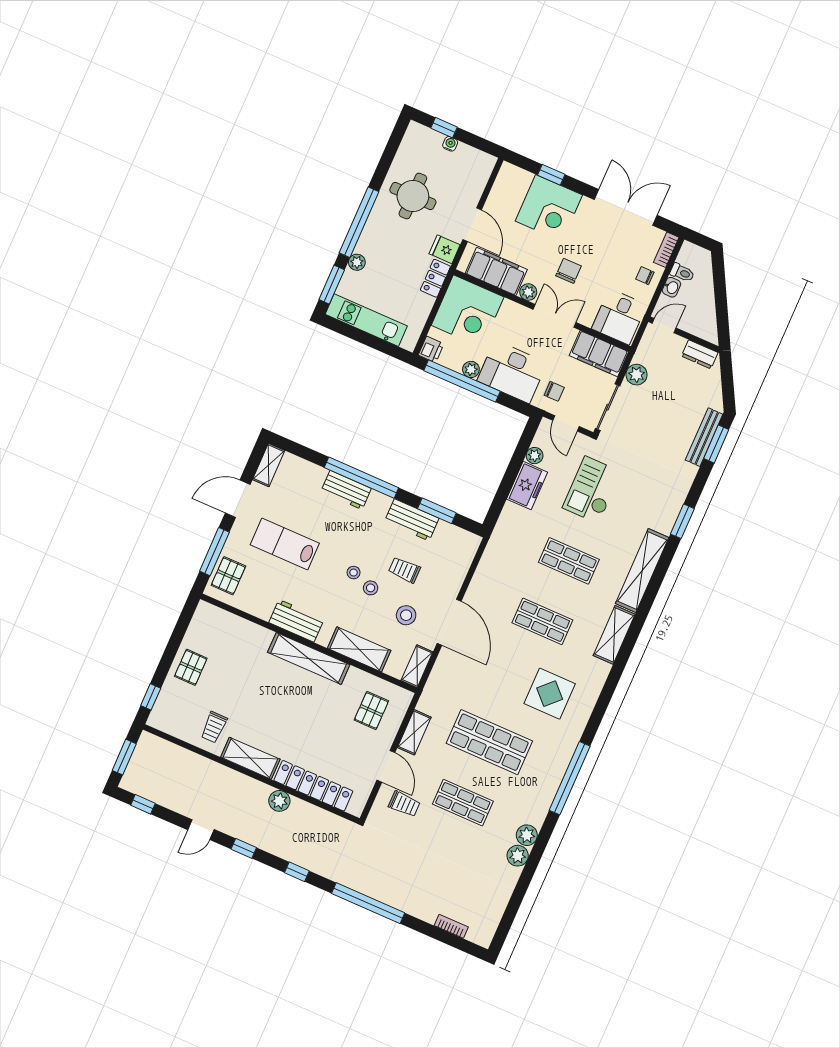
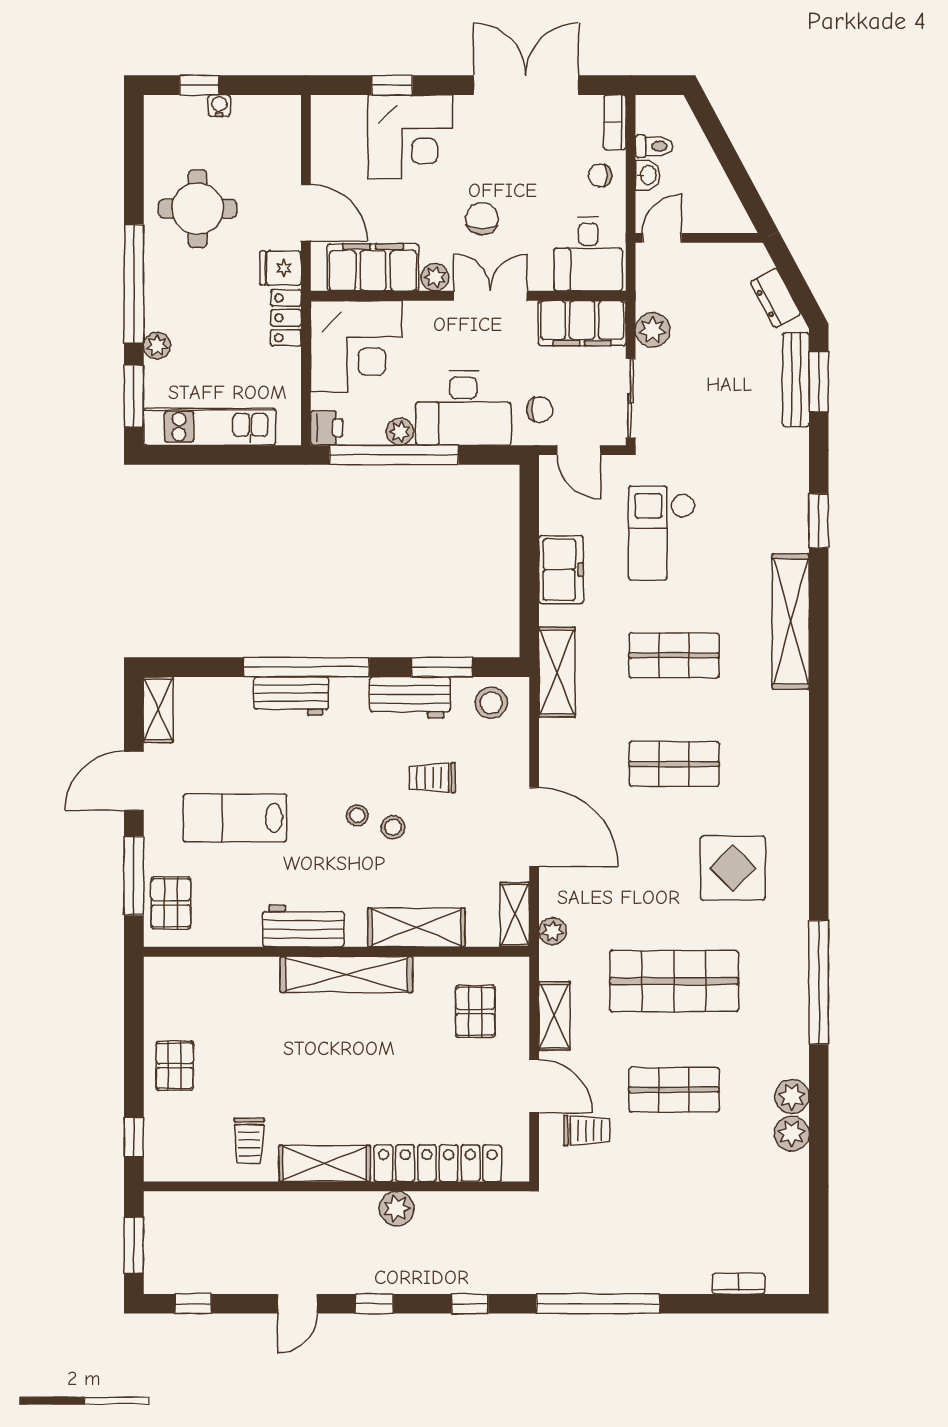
dresser: (700, 354) -> (776, 298), moved, turned 62
plant: (535, 456) -> (553, 931), moved
stool: (406, 615) -> (491, 703), moved
shelving: (614, 635) -> (557, 672), moved

